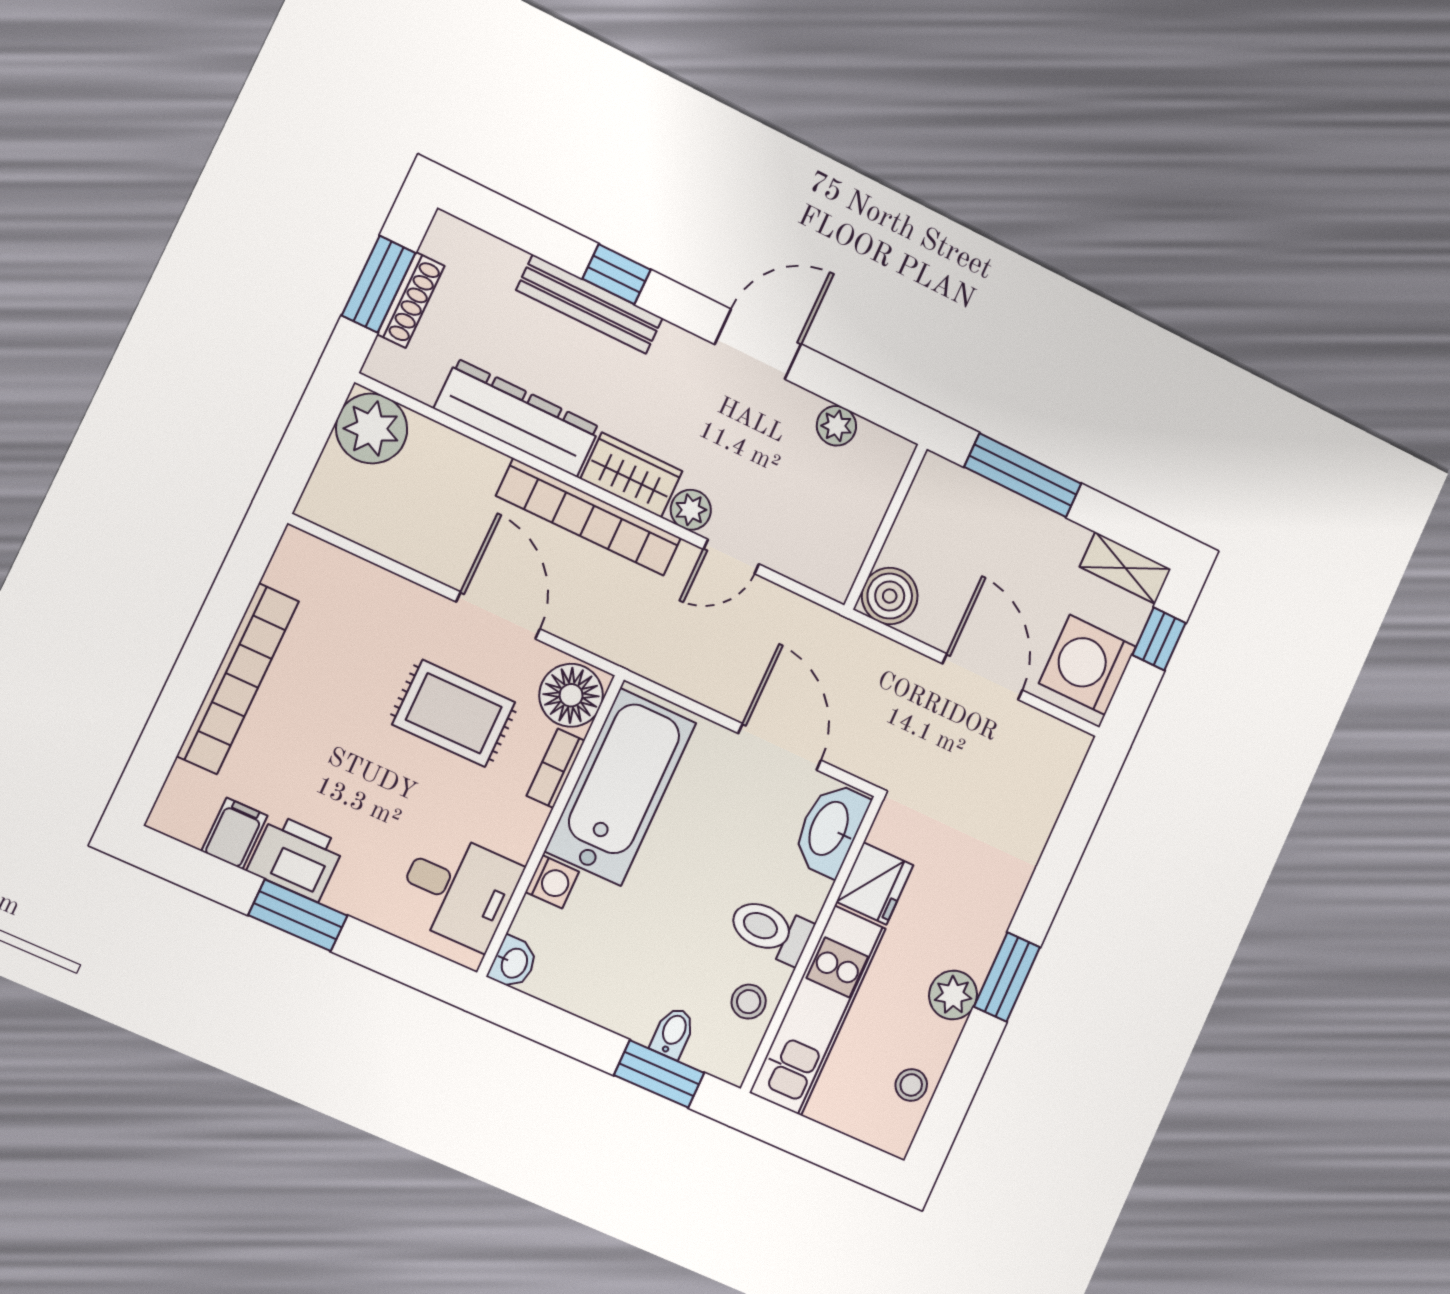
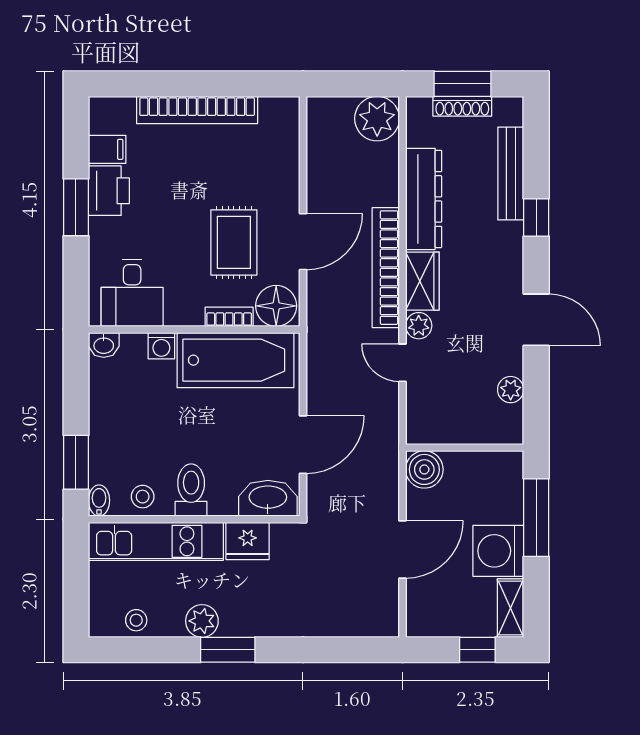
bench: (590, 304) -> (511, 173), moved
washing machine: (1088, 665) -> (498, 551), moved, turned -90
bidet: (673, 1033) -> (99, 500), moved, turned -90

